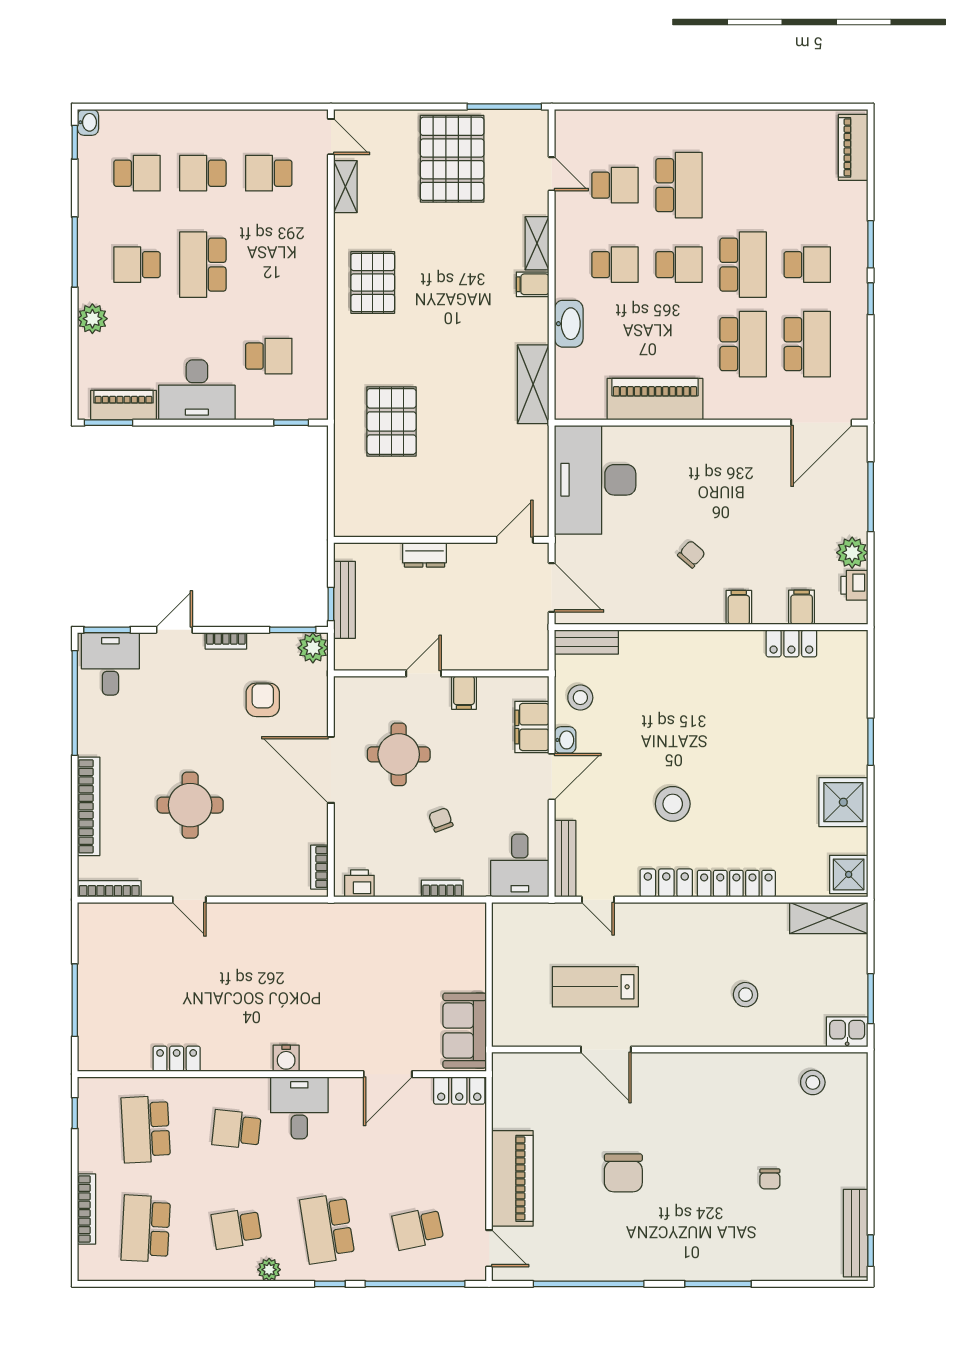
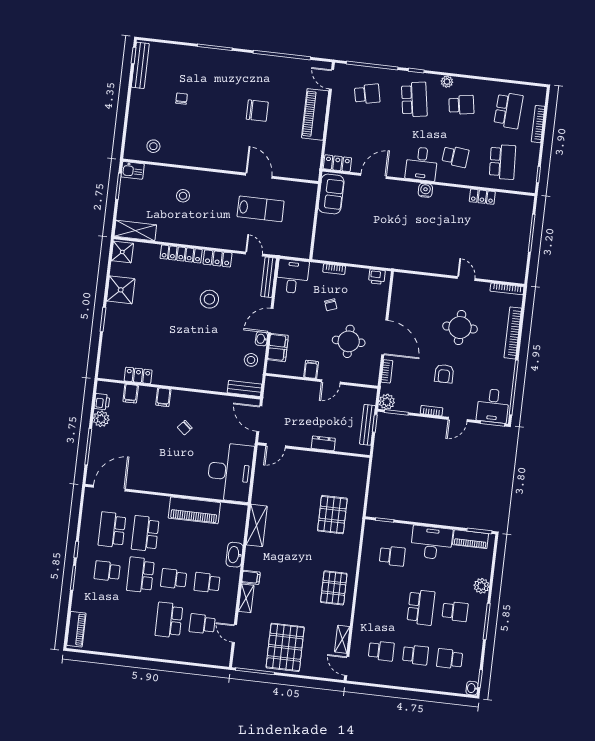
school desk: (269, 356) -> (392, 556), turned 180
armchair: (263, 700) -> (444, 374), moved
bookcase: (319, 867) -> (387, 371), moved
chair: (623, 1173) -> (257, 111), turned 90

